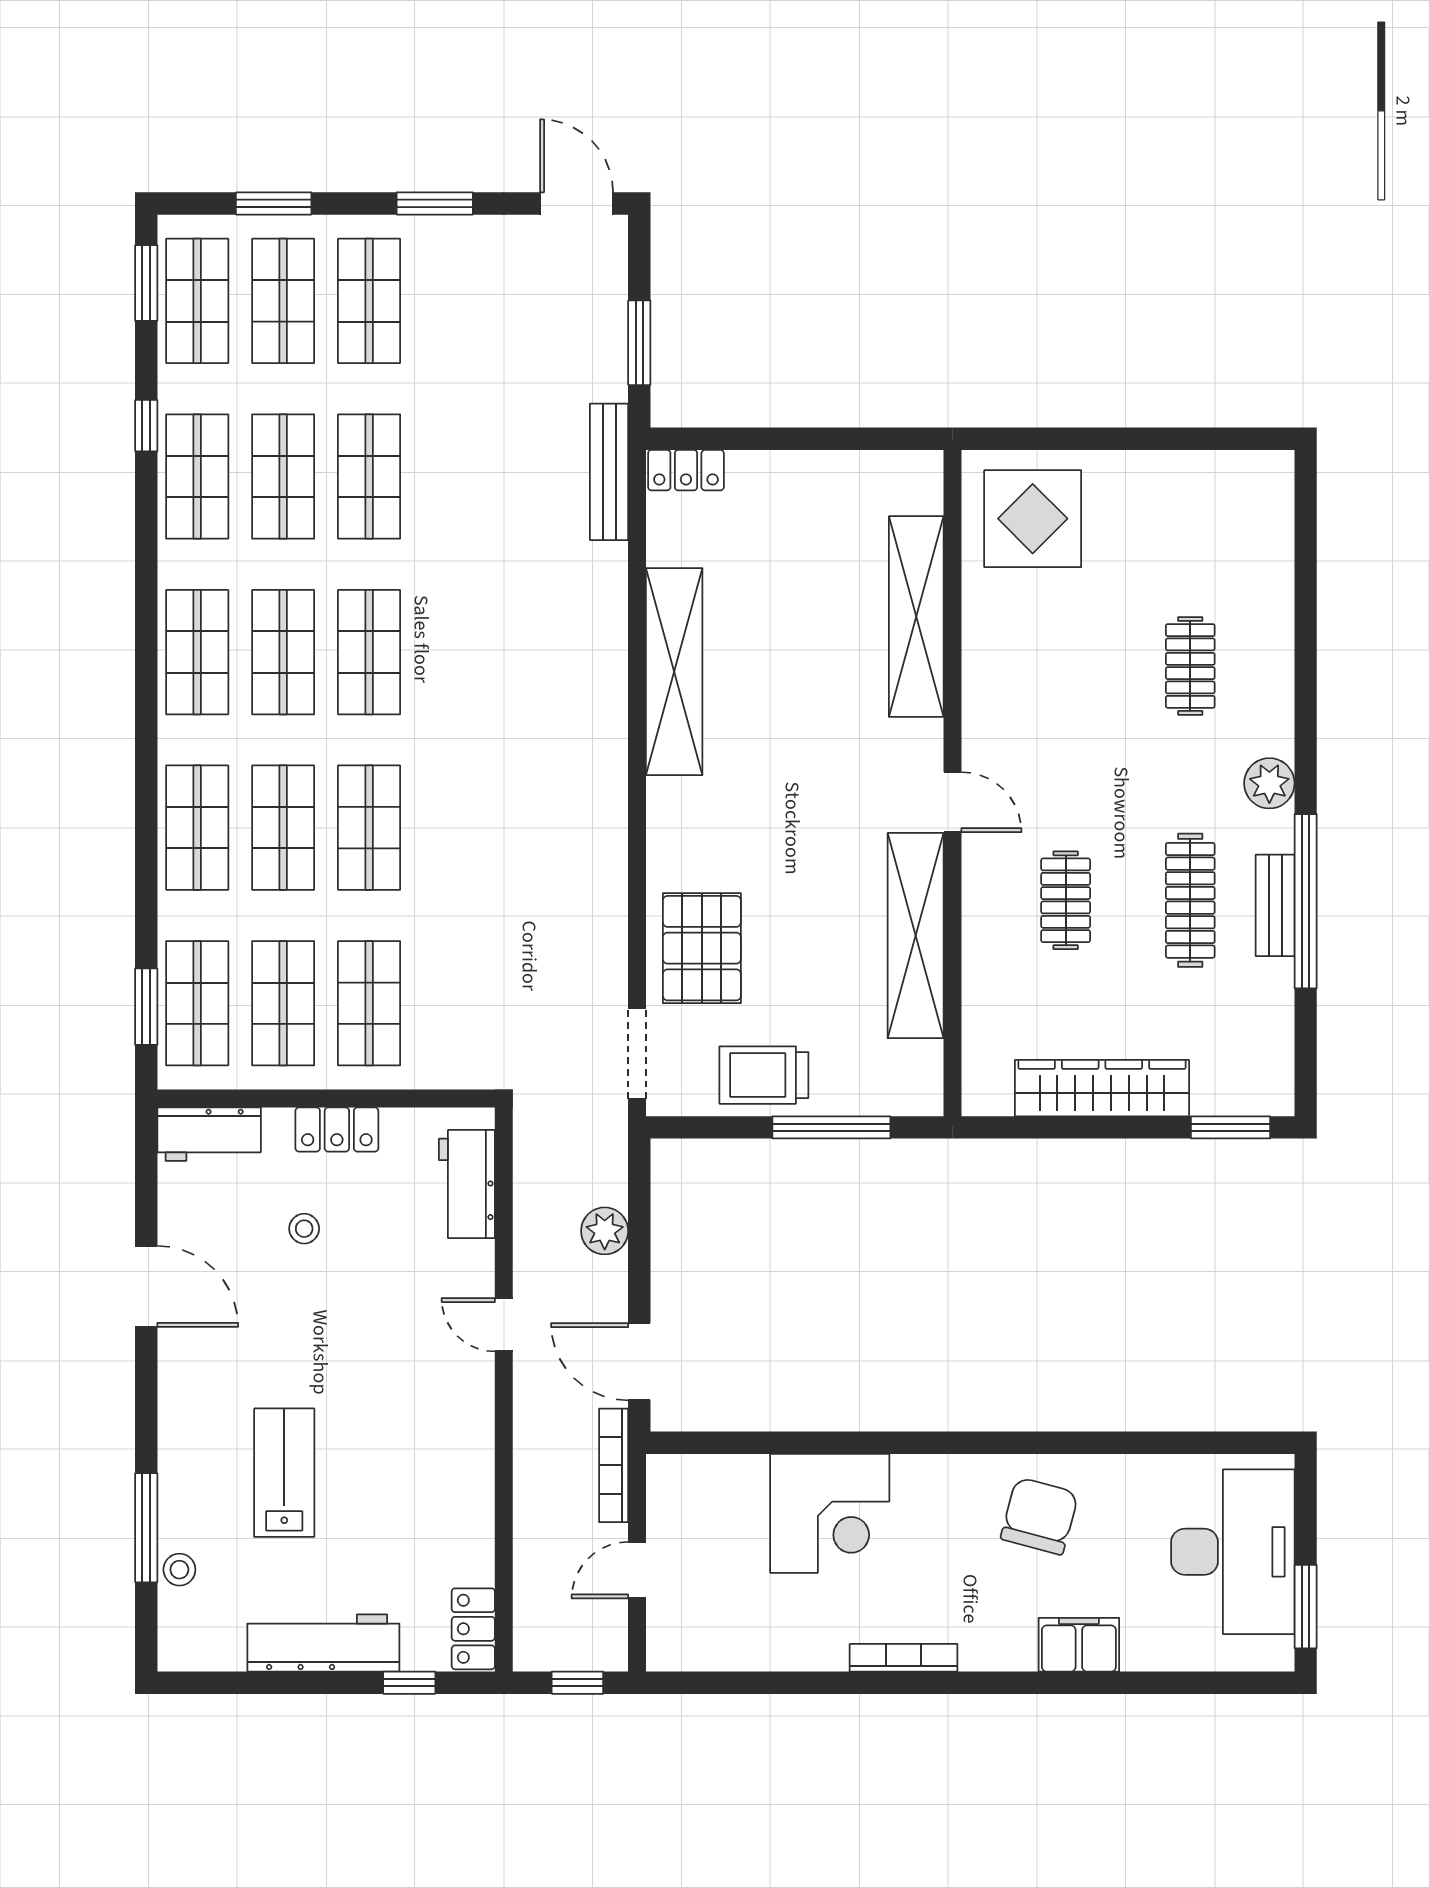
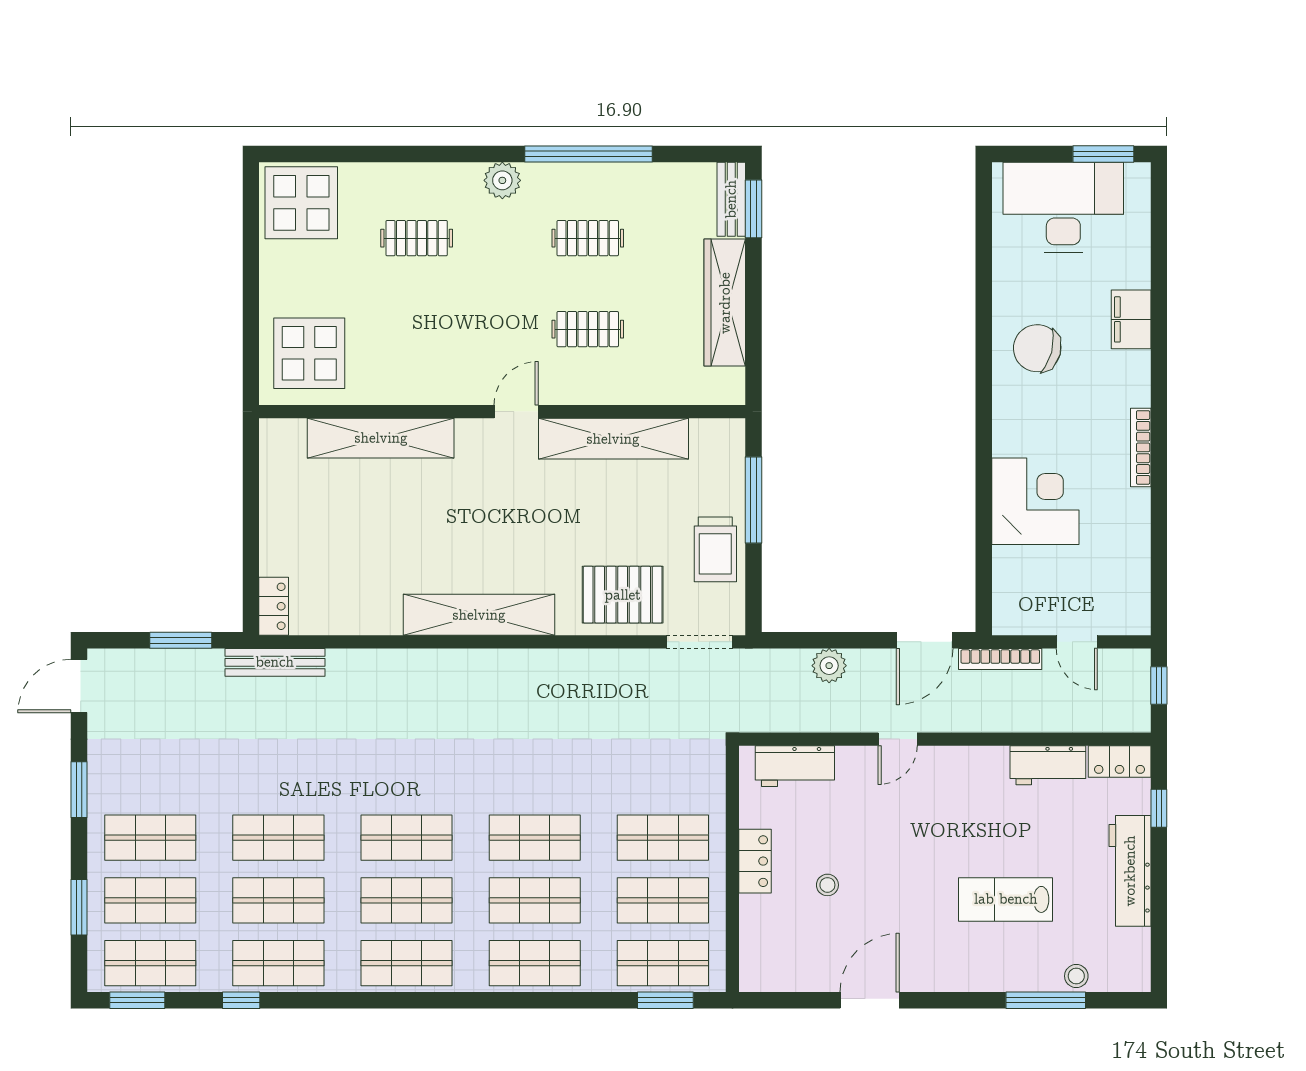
display table: (1239, 508) -> (301, 203), added
shelving: (674, 672) -> (479, 615), moved
clothes rail: (1190, 900) -> (588, 238), width x0.73
bench: (1275, 905) -> (731, 199), moved, turned 90
workbench: (209, 1134) -> (1048, 765), moved, turned 90

